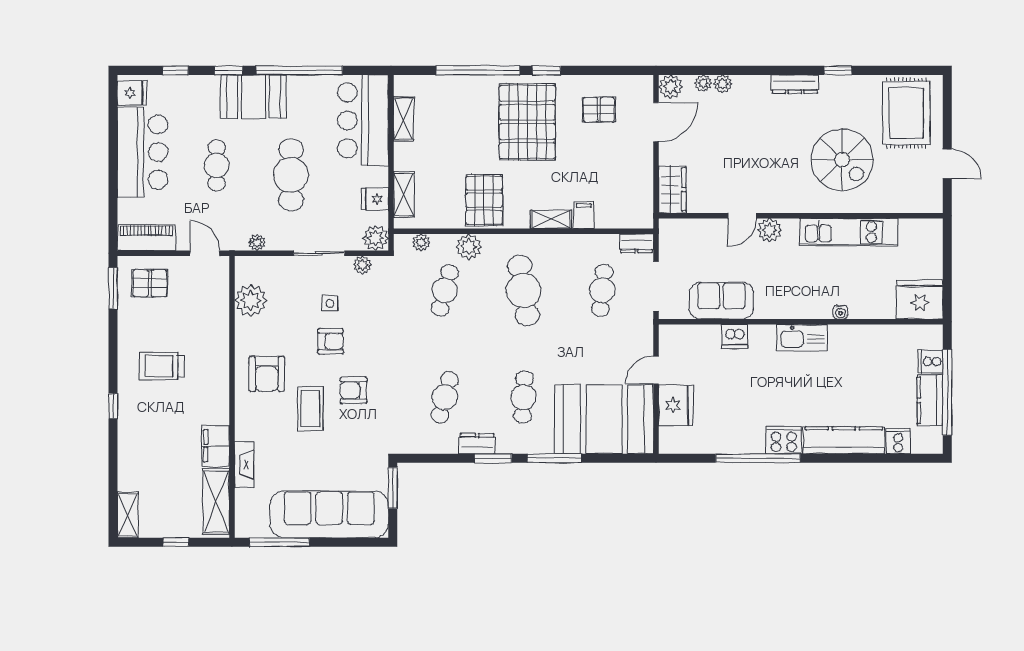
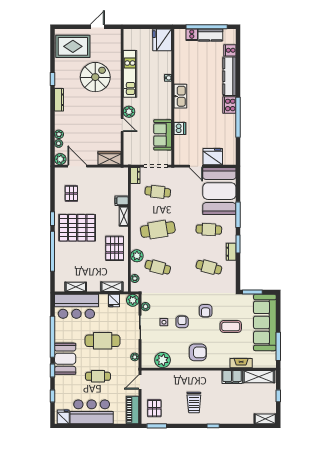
pallet: (484, 200) -> (115, 248), turned 90
coffee table: (310, 409) -> (231, 326), moved

